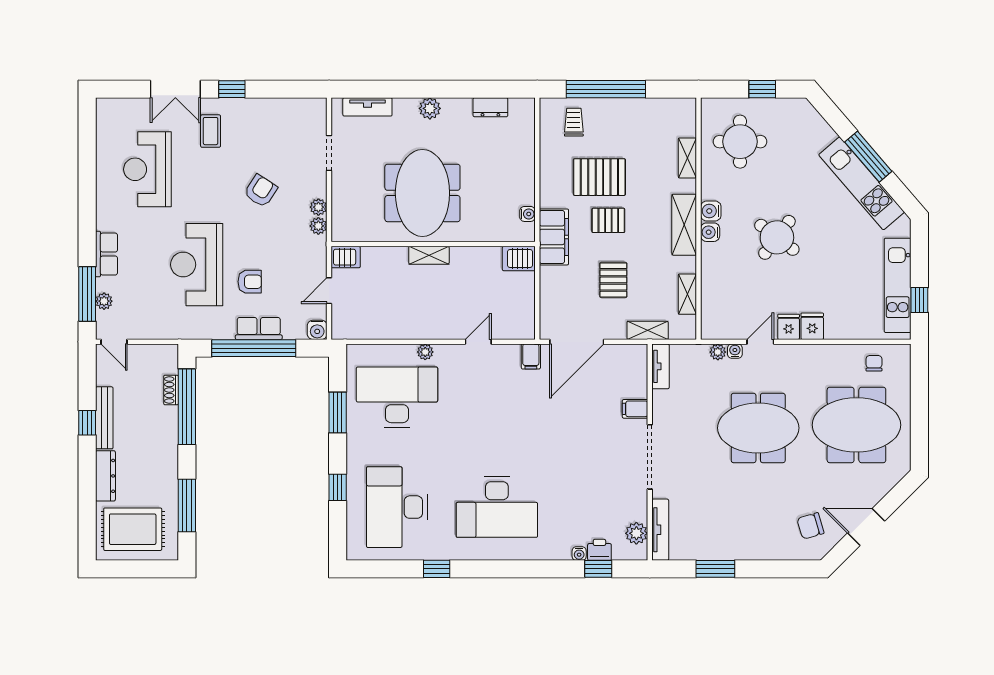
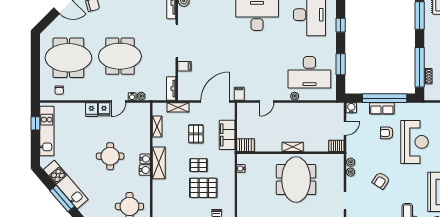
shelving: (687, 158) -> (157, 198), removed
filing cabinet: (554, 237) -> (227, 135), moved
round table: (777, 237) -> (110, 156), turned -37

